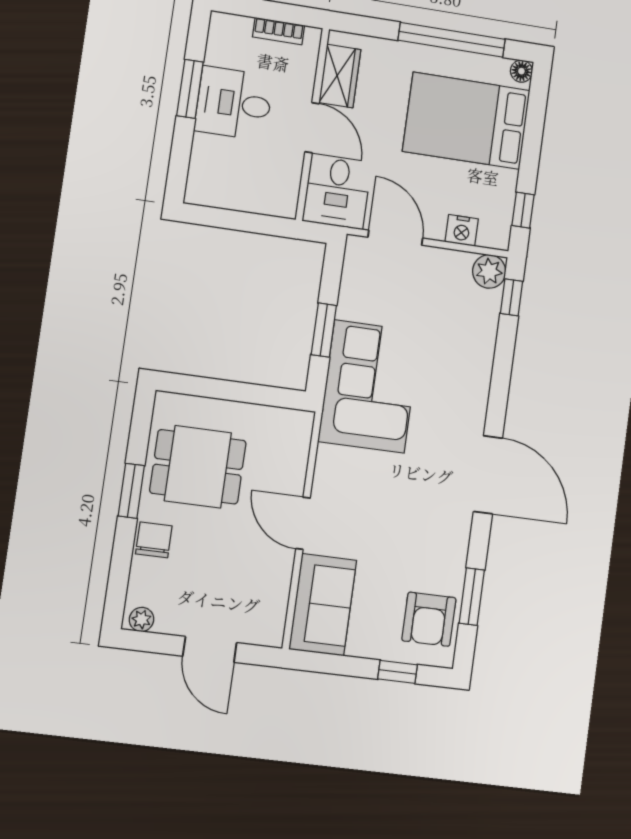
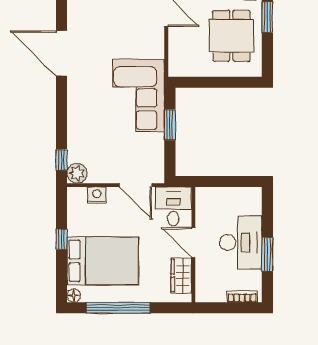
bookcase: (279, 31) -> (242, 296), moved
desk: (234, 103) -> (241, 242), width x1.37
window: (523, 210) -> (62, 239), moved
dining table: (198, 467) -> (231, 36), turned 90

